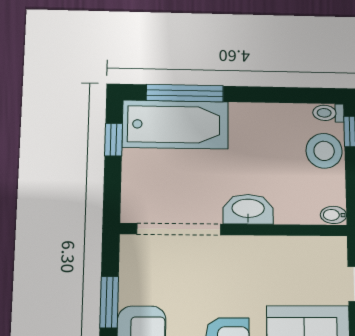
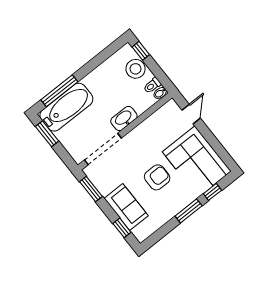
toilet: (328, 113) -> (152, 85), moved
window: (114, 140) -> (47, 134), width x1.50
window: (109, 302) -> (91, 189), moved

